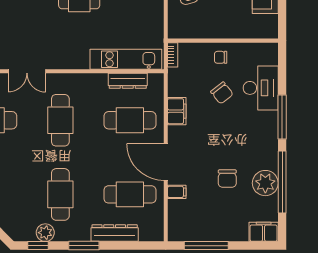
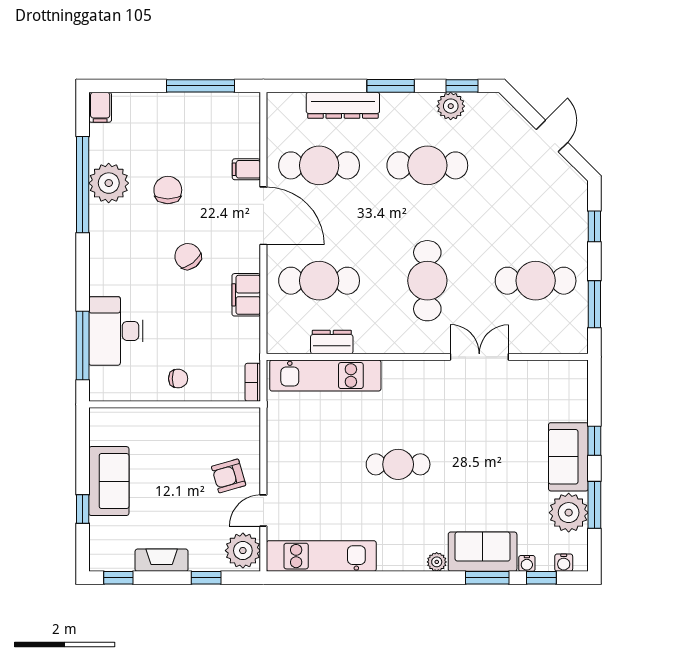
dresser: (128, 81) -> (332, 342), width x0.70
chair: (222, 93) -> (188, 256), moved
window: (282, 117) -> (83, 346), moved
cafe table: (60, 194) -> (427, 165), turned 90
filing cabinet: (264, 232) -> (100, 107), width x0.50

